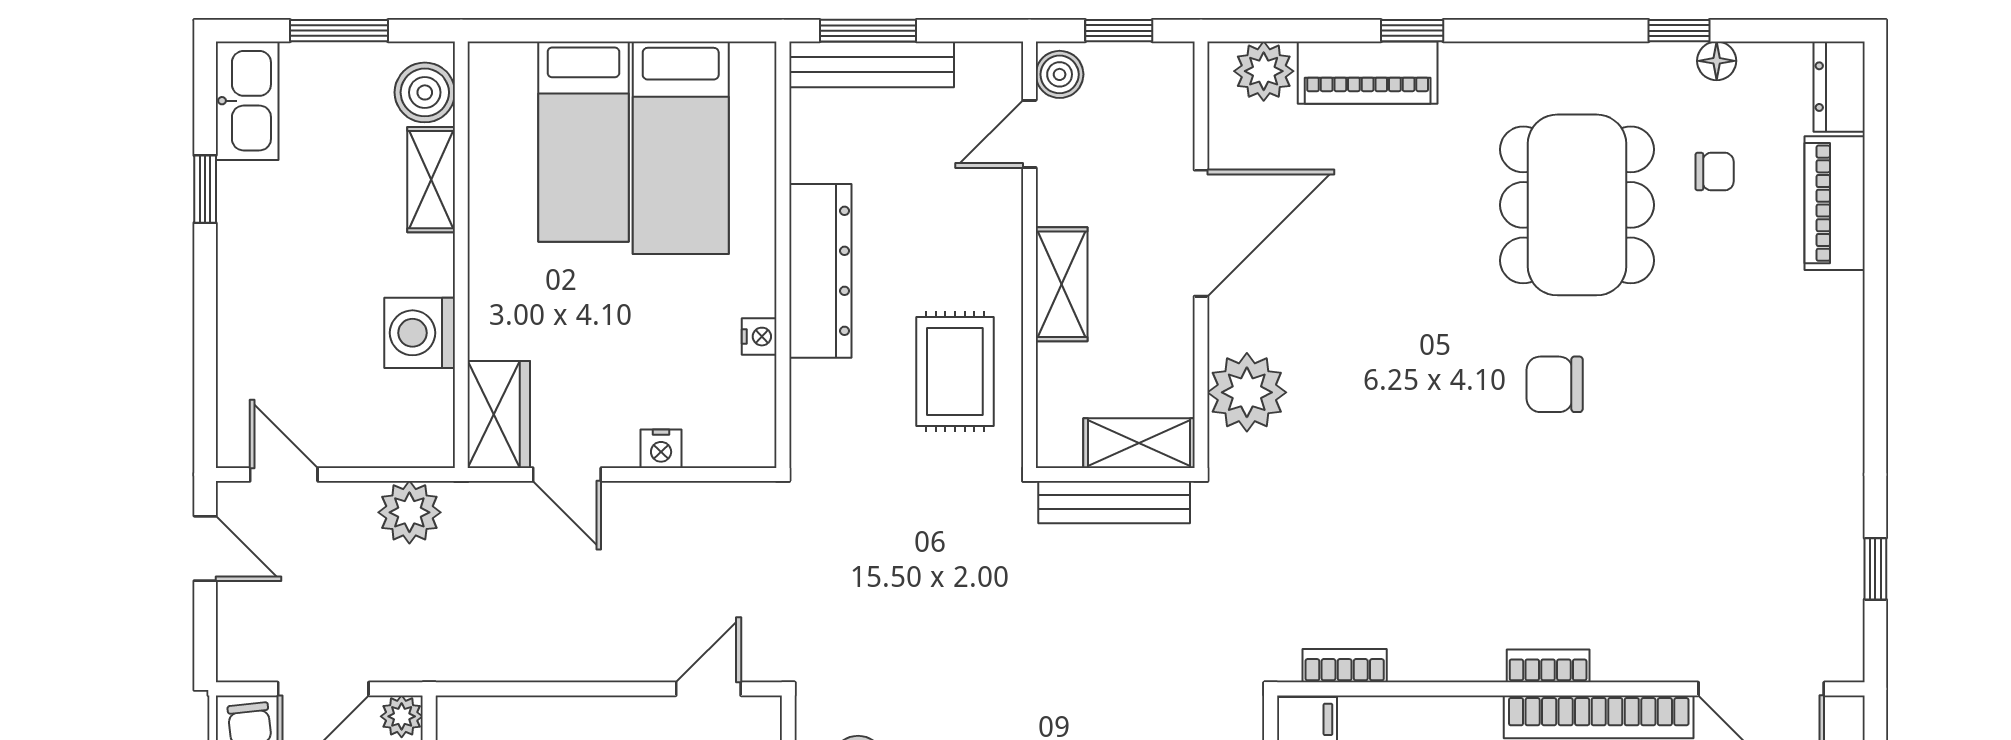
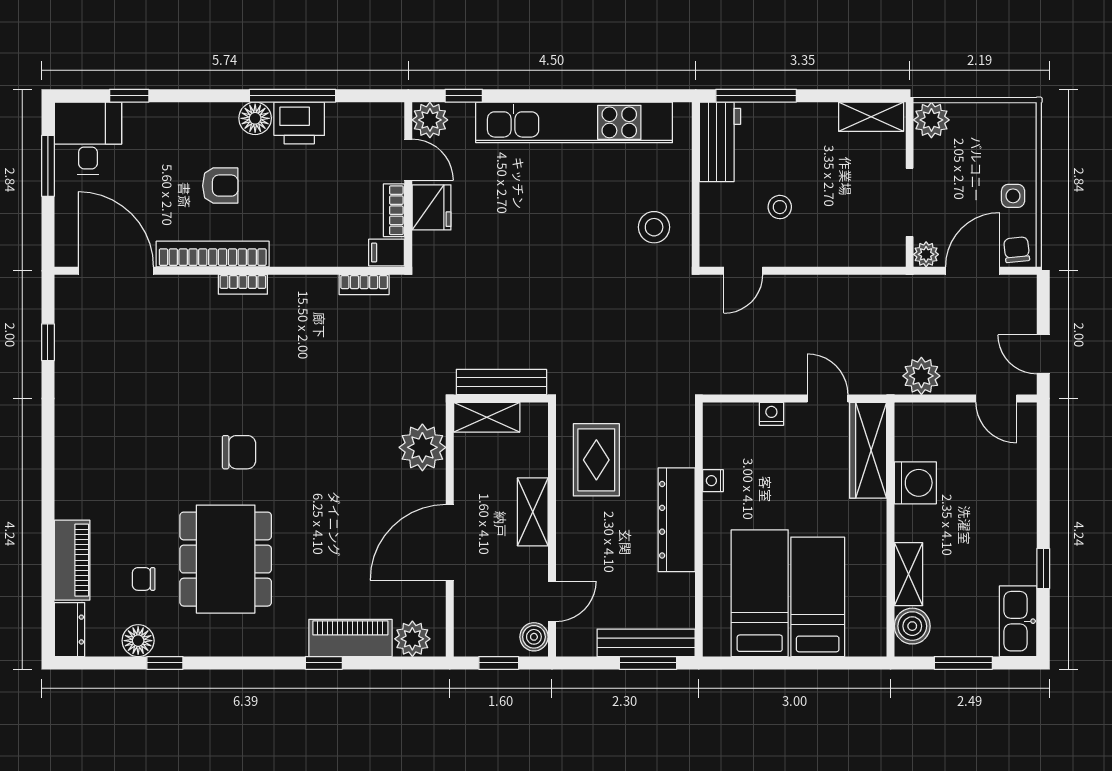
floor lamp: (1717, 61) -> (138, 641), width x1.37, depth x1.37
wardrobe: (499, 414) -> (868, 450), width x1.50

